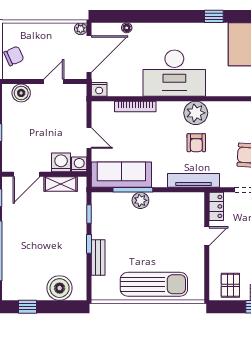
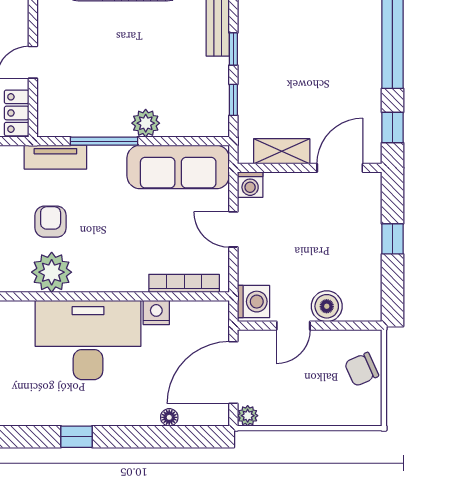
window: (214, 16) -> (76, 437), moved
nightstand: (99, 89) -> (156, 312), moved
boiler: (21, 93) -> (327, 306), moved
bookcase: (135, 106) -> (184, 283), moved
washing machine: (61, 162) -> (254, 302), moved, turned -90
tv unit: (193, 180) -> (55, 157), width x0.71
window: (133, 190) -> (104, 141), moved

